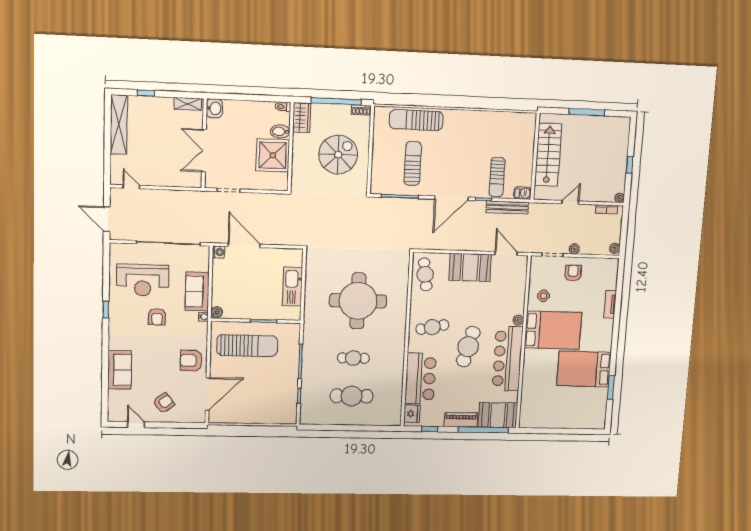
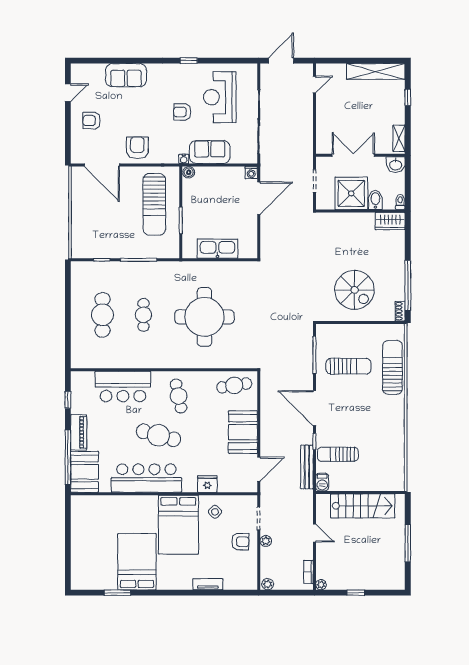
toilet: (283, 107) -> (400, 202), moved
wardrobe: (302, 118) -> (390, 221), moved
bidet: (280, 131) -> (375, 200), moved
wall: (291, 147) -> (360, 211), moved
shower: (273, 155) -> (351, 193), moved
plant: (518, 320) -> (188, 487), removed
armchair: (164, 403) -> (92, 121), turned 128
fridge: (412, 414) -> (207, 484), moved, turned 180

